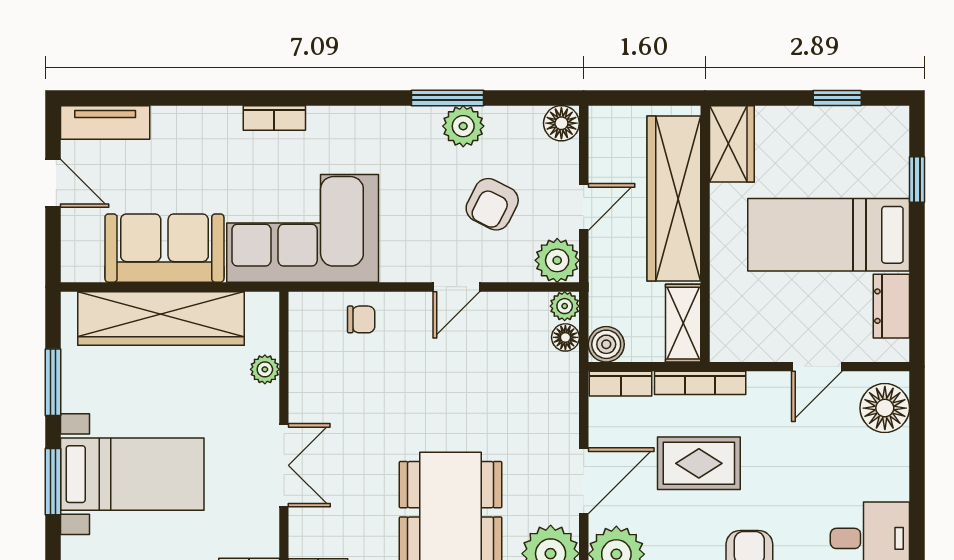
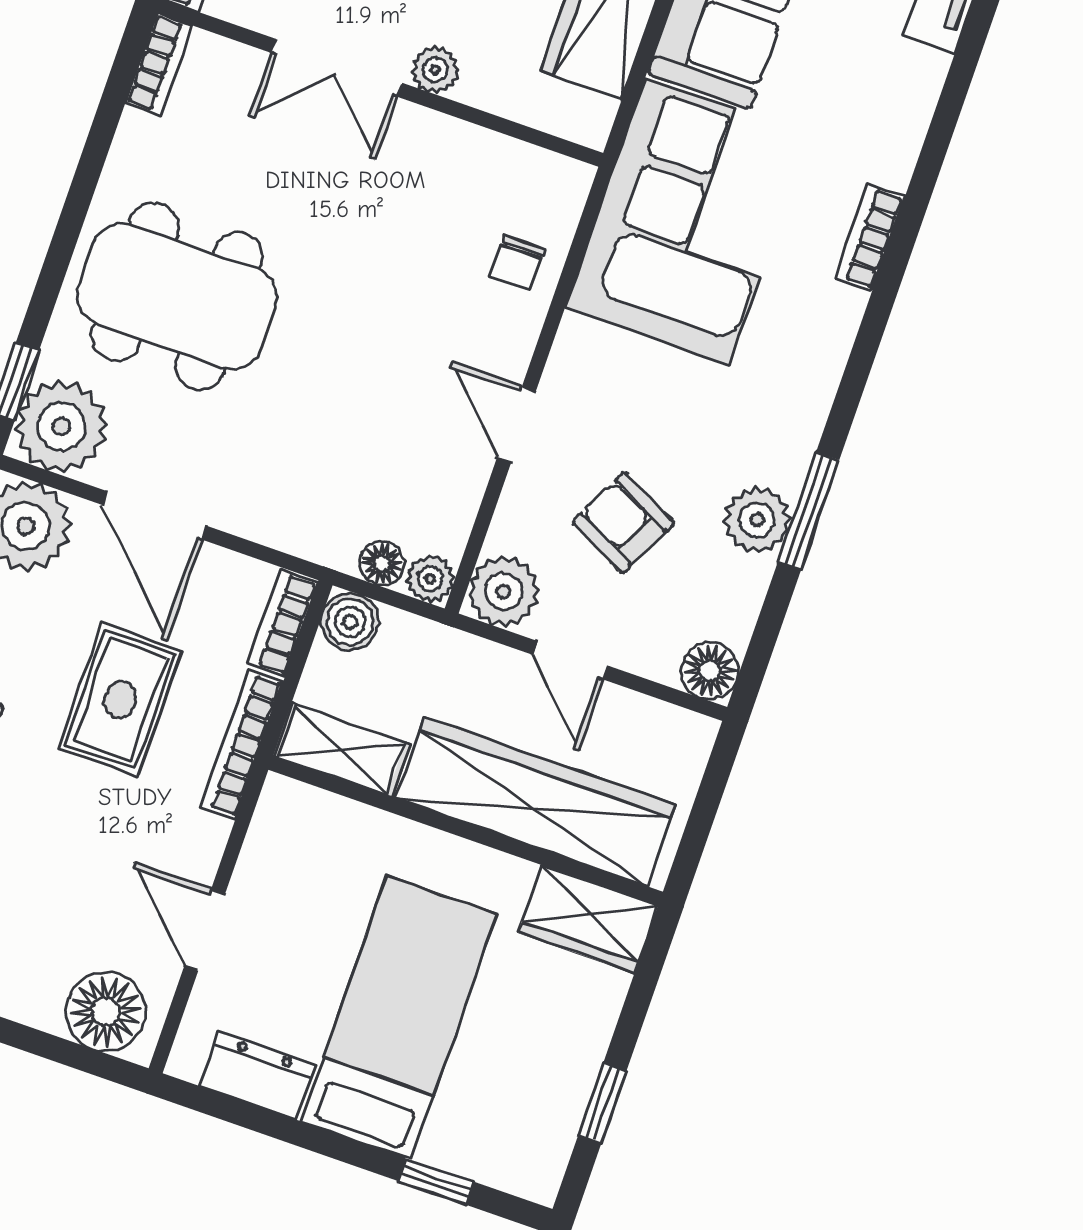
plant: (265, 369) -> (435, 70), moved

